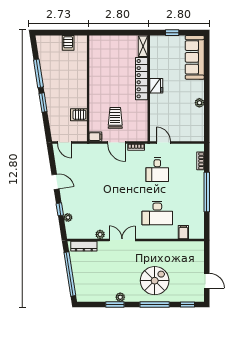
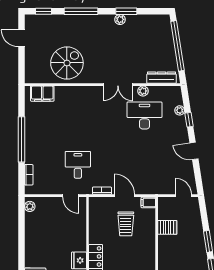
plant: (199, 103) -> (30, 206), moved
desk: (157, 213) -> (145, 115), moved
filing cabinet: (183, 232) -> (42, 94), width x2.00
spiral stairs: (155, 281) -> (67, 63), moved, turned 180

